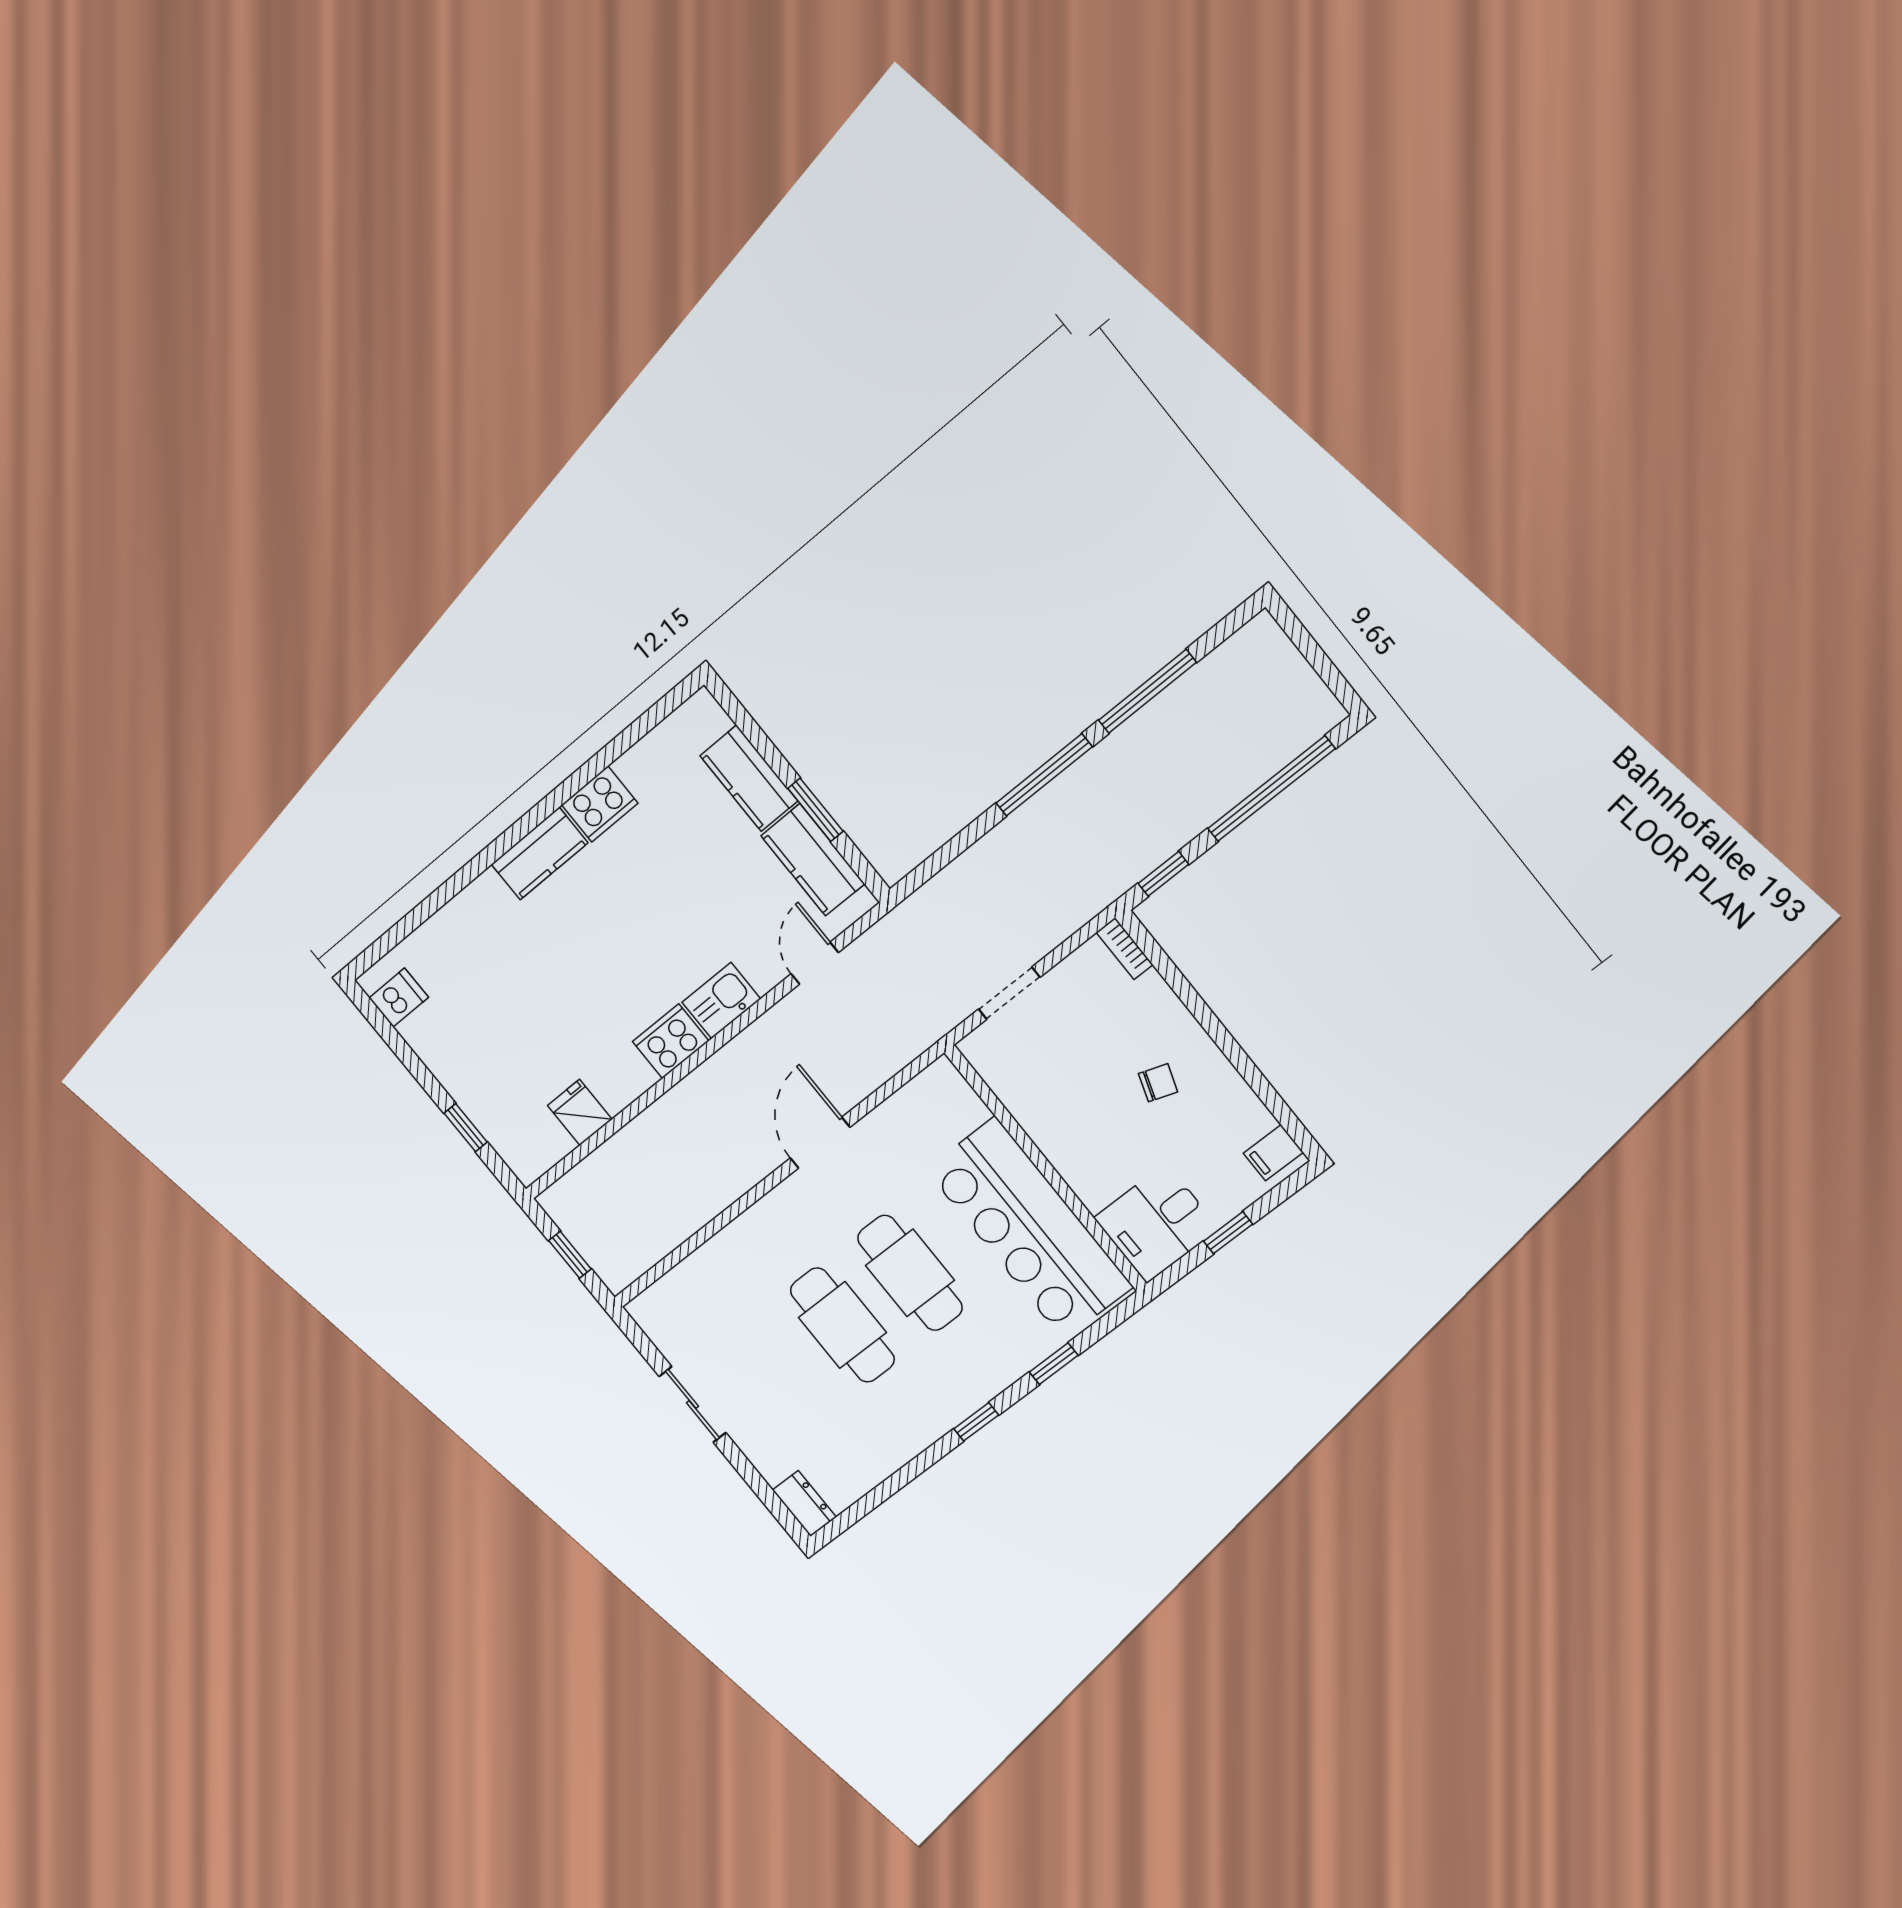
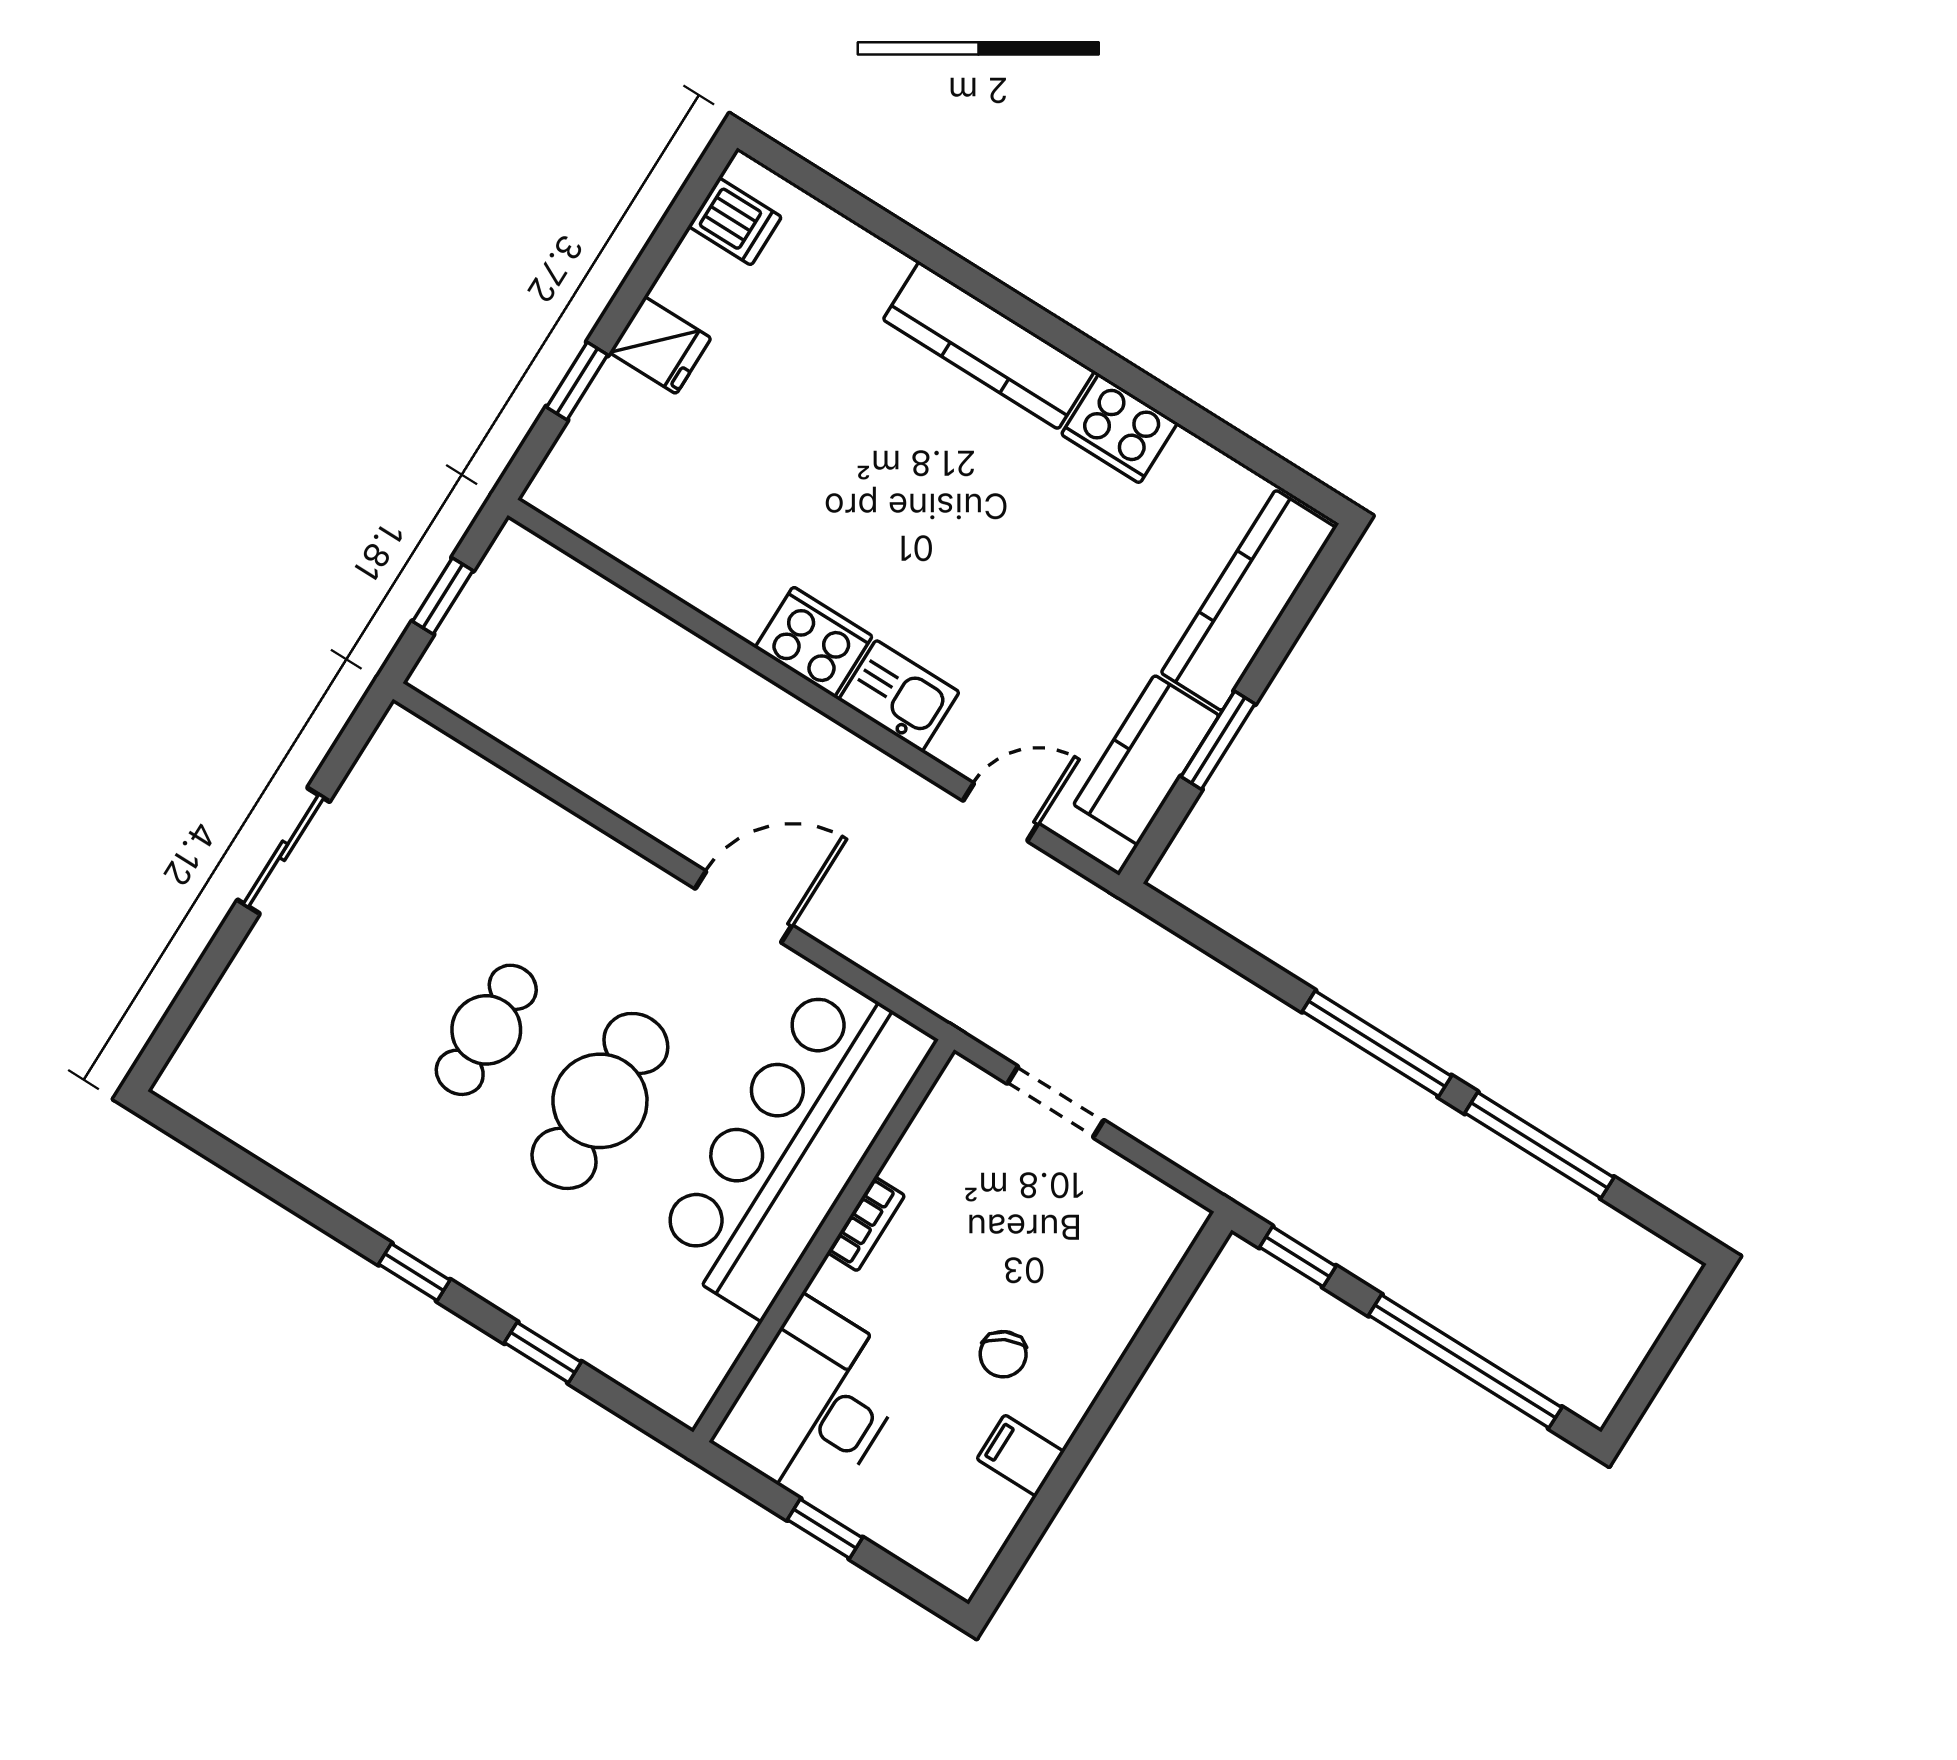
kitchen counter: (749, 778) -> (1249, 600), width x1.50
kitchen counter: (540, 854) -> (989, 345), width x1.50
bookcase: (1125, 949) -> (866, 1224), moved, turned 180
chair: (1158, 1083) -> (1003, 1354), turned 45
fridge: (580, 1112) -> (660, 345), moved, turned 90
filing cabinet: (1273, 1153) -> (1020, 1455), moved
desk: (1156, 1223) -> (814, 1404), width x1.37
bar counter: (1029, 1228) -> (793, 1145), moved
cafe table: (842, 1325) -> (486, 1030), width x0.73, depth x0.74
dresser: (804, 1504) -> (195, 1065), removed

